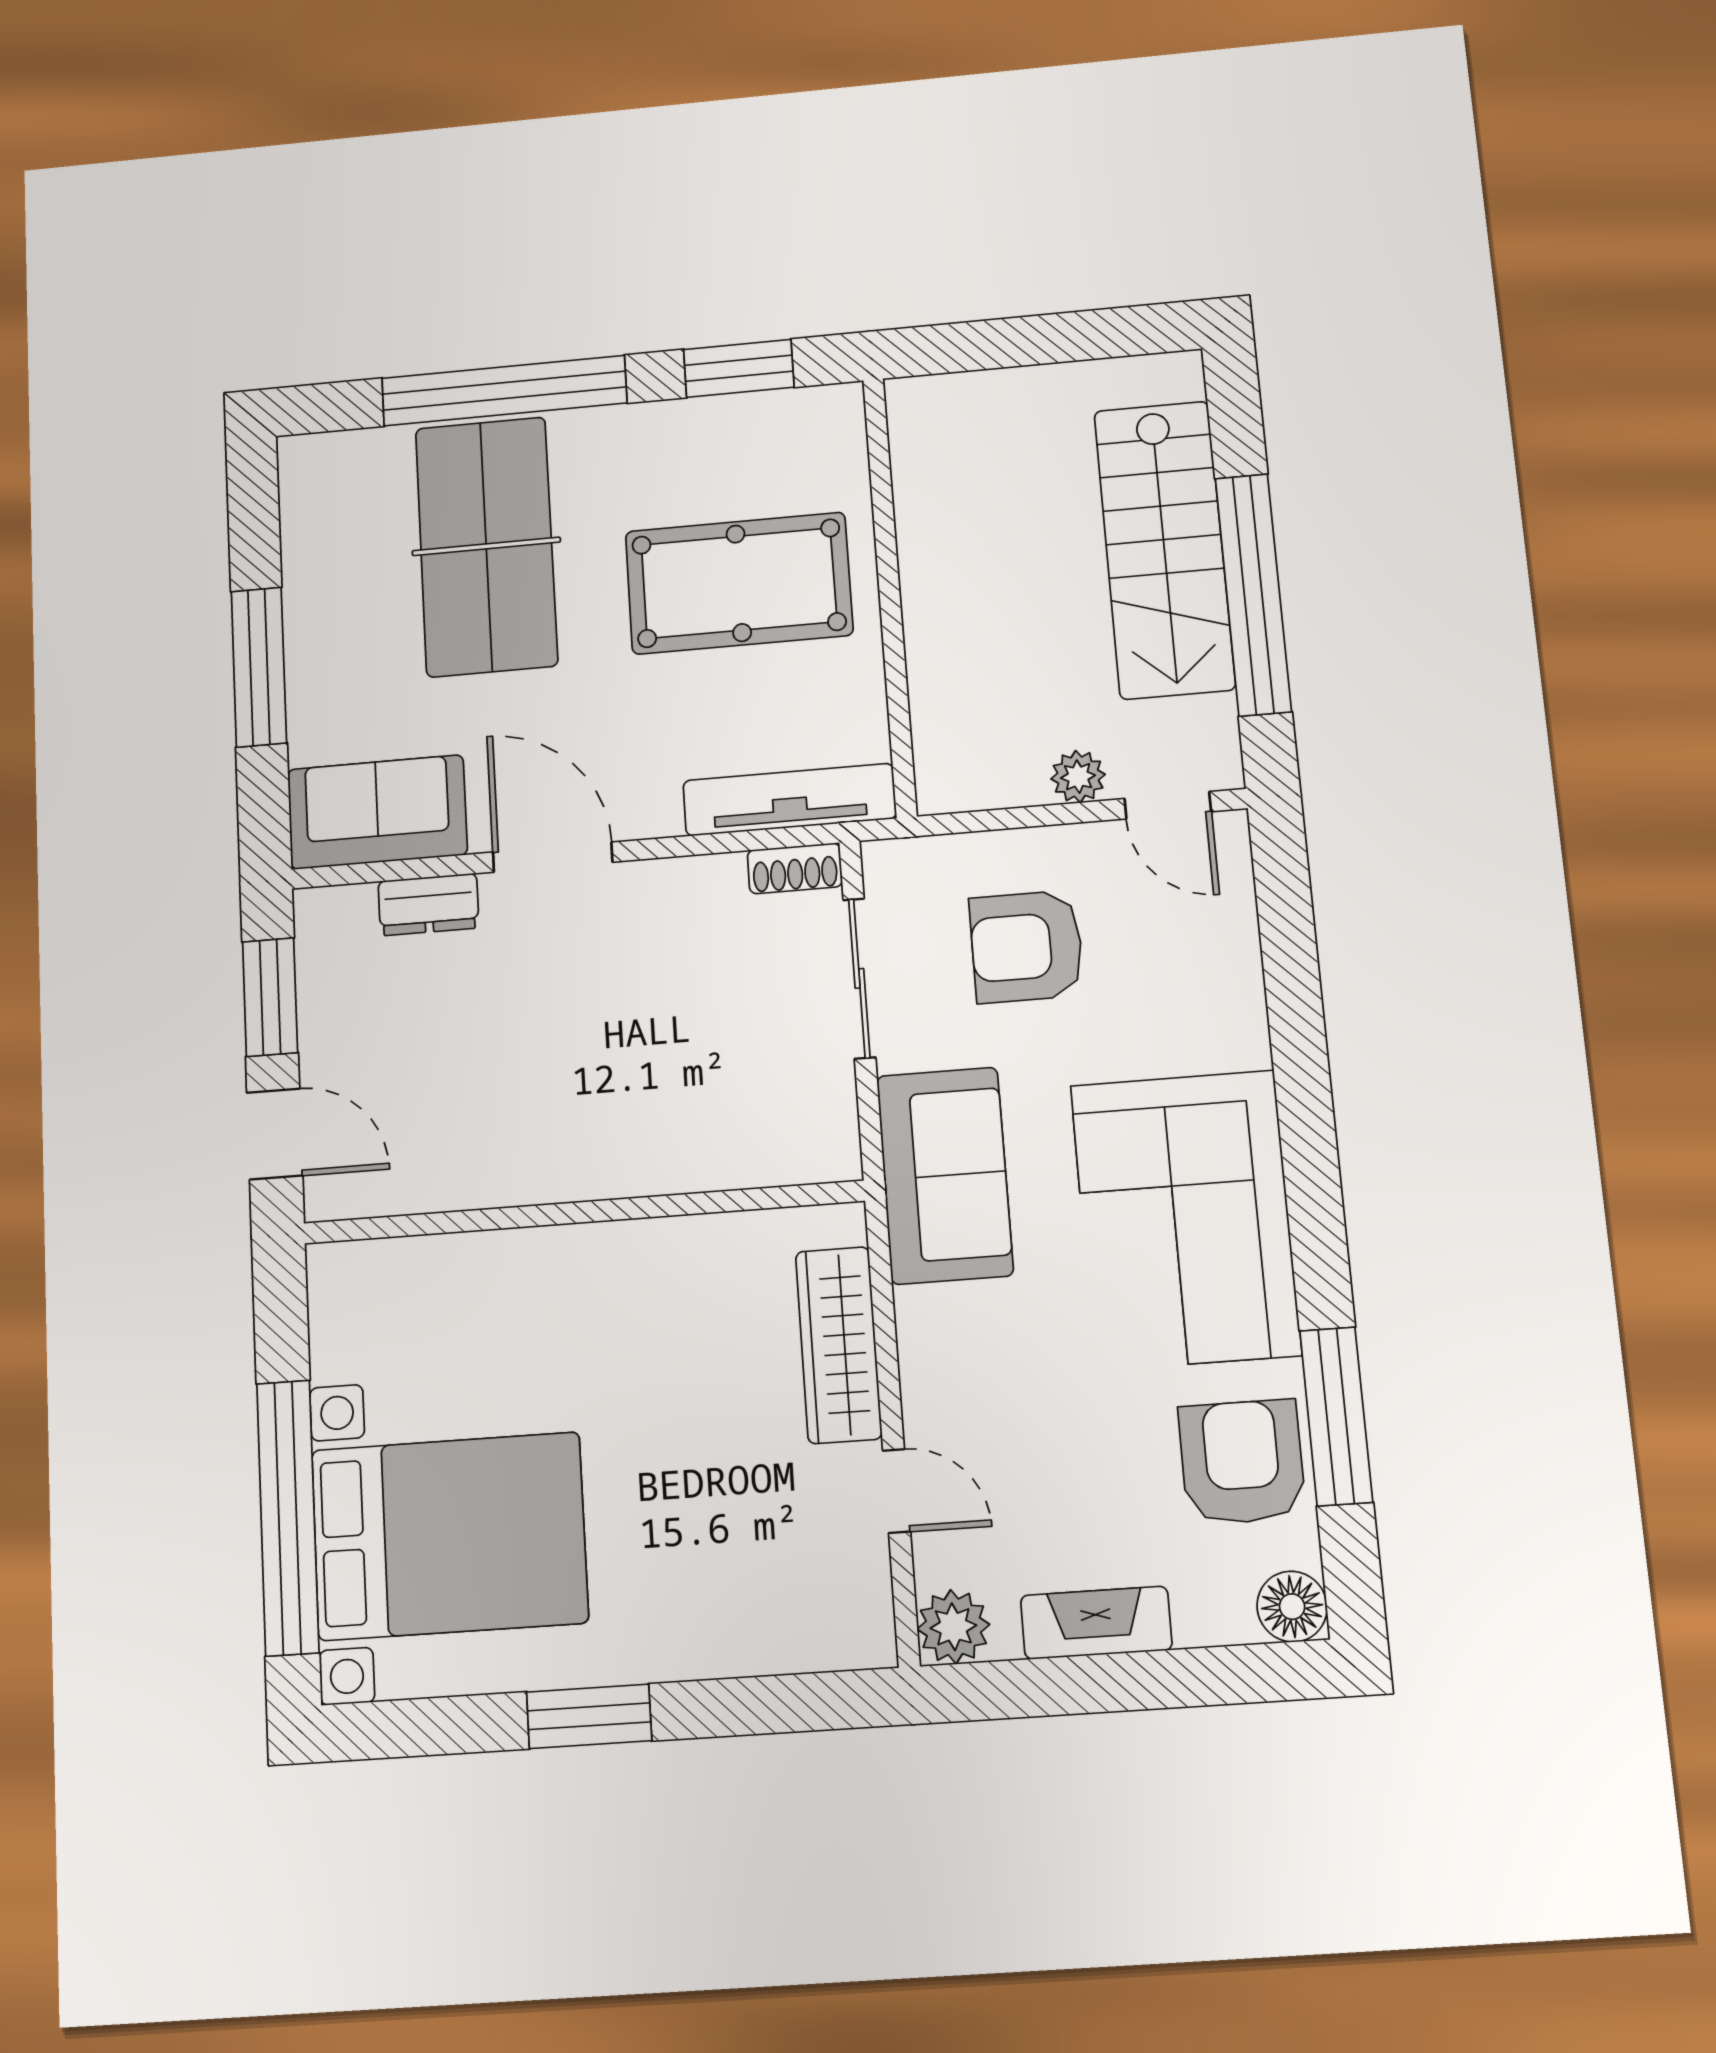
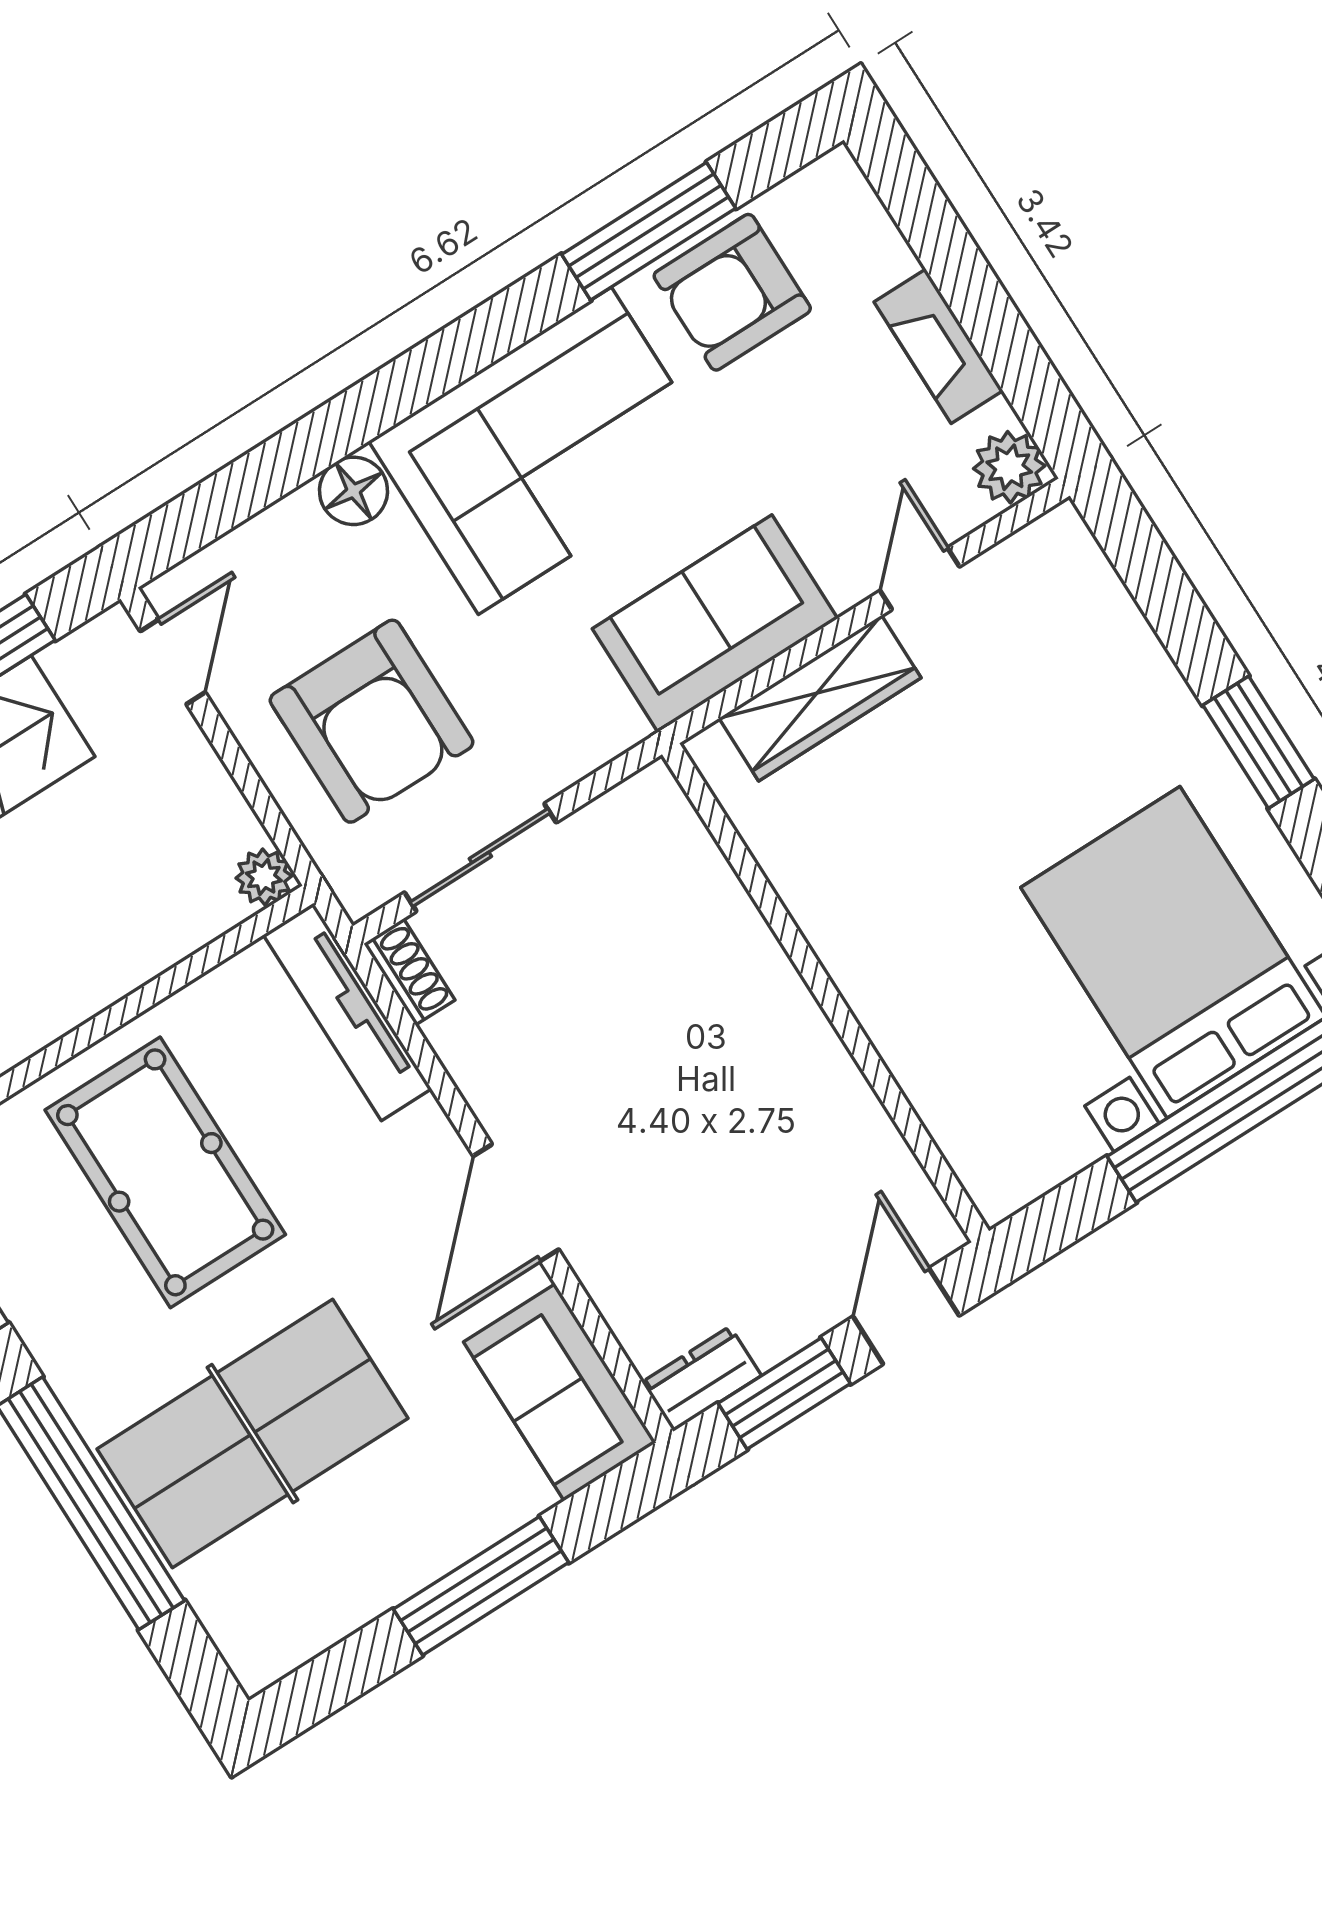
plant: (1078, 777) -> (264, 877), moved
dresser: (428, 905) -> (702, 1379), moved, turned -90
armchair: (1027, 947) -> (372, 721), width x1.36, depth x1.36
sofa: (945, 1175) -> (715, 624), moved
floor lamp: (1292, 1607) -> (353, 491), moved

